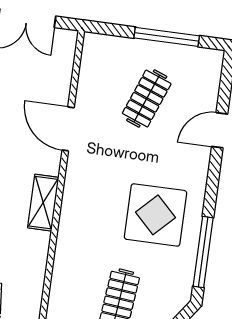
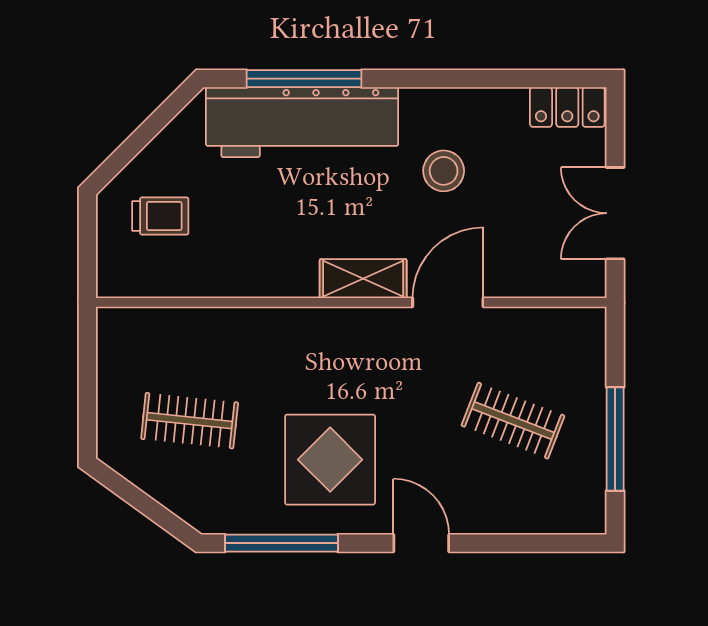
door: (220, 130) -> (421, 543), moved
shelving: (43, 203) -> (363, 279), moved

